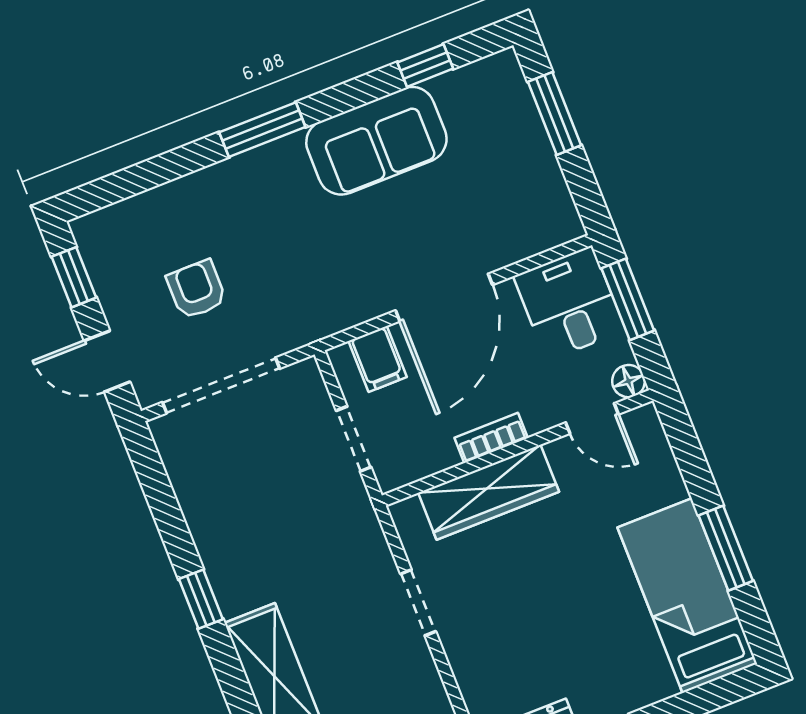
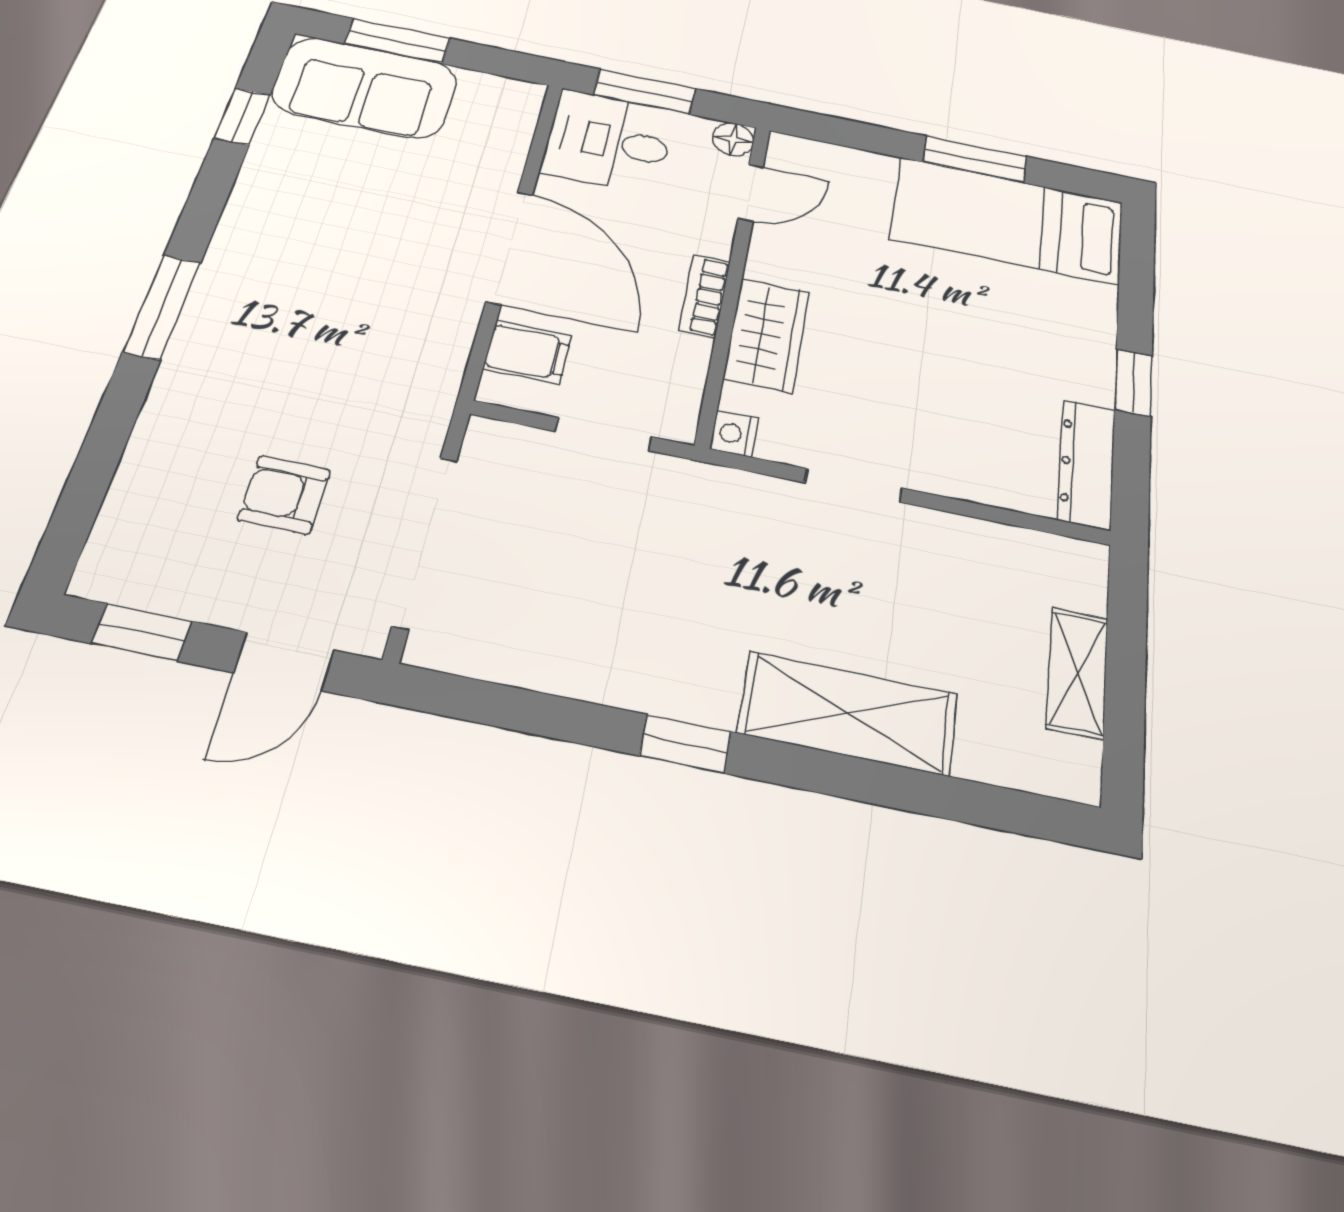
sofa: (376, 141) -> (365, 87), moved, turned 90
wardrobe: (489, 492) -> (767, 335), width x0.67
nightstand: (406, 514) -> (734, 434), added

